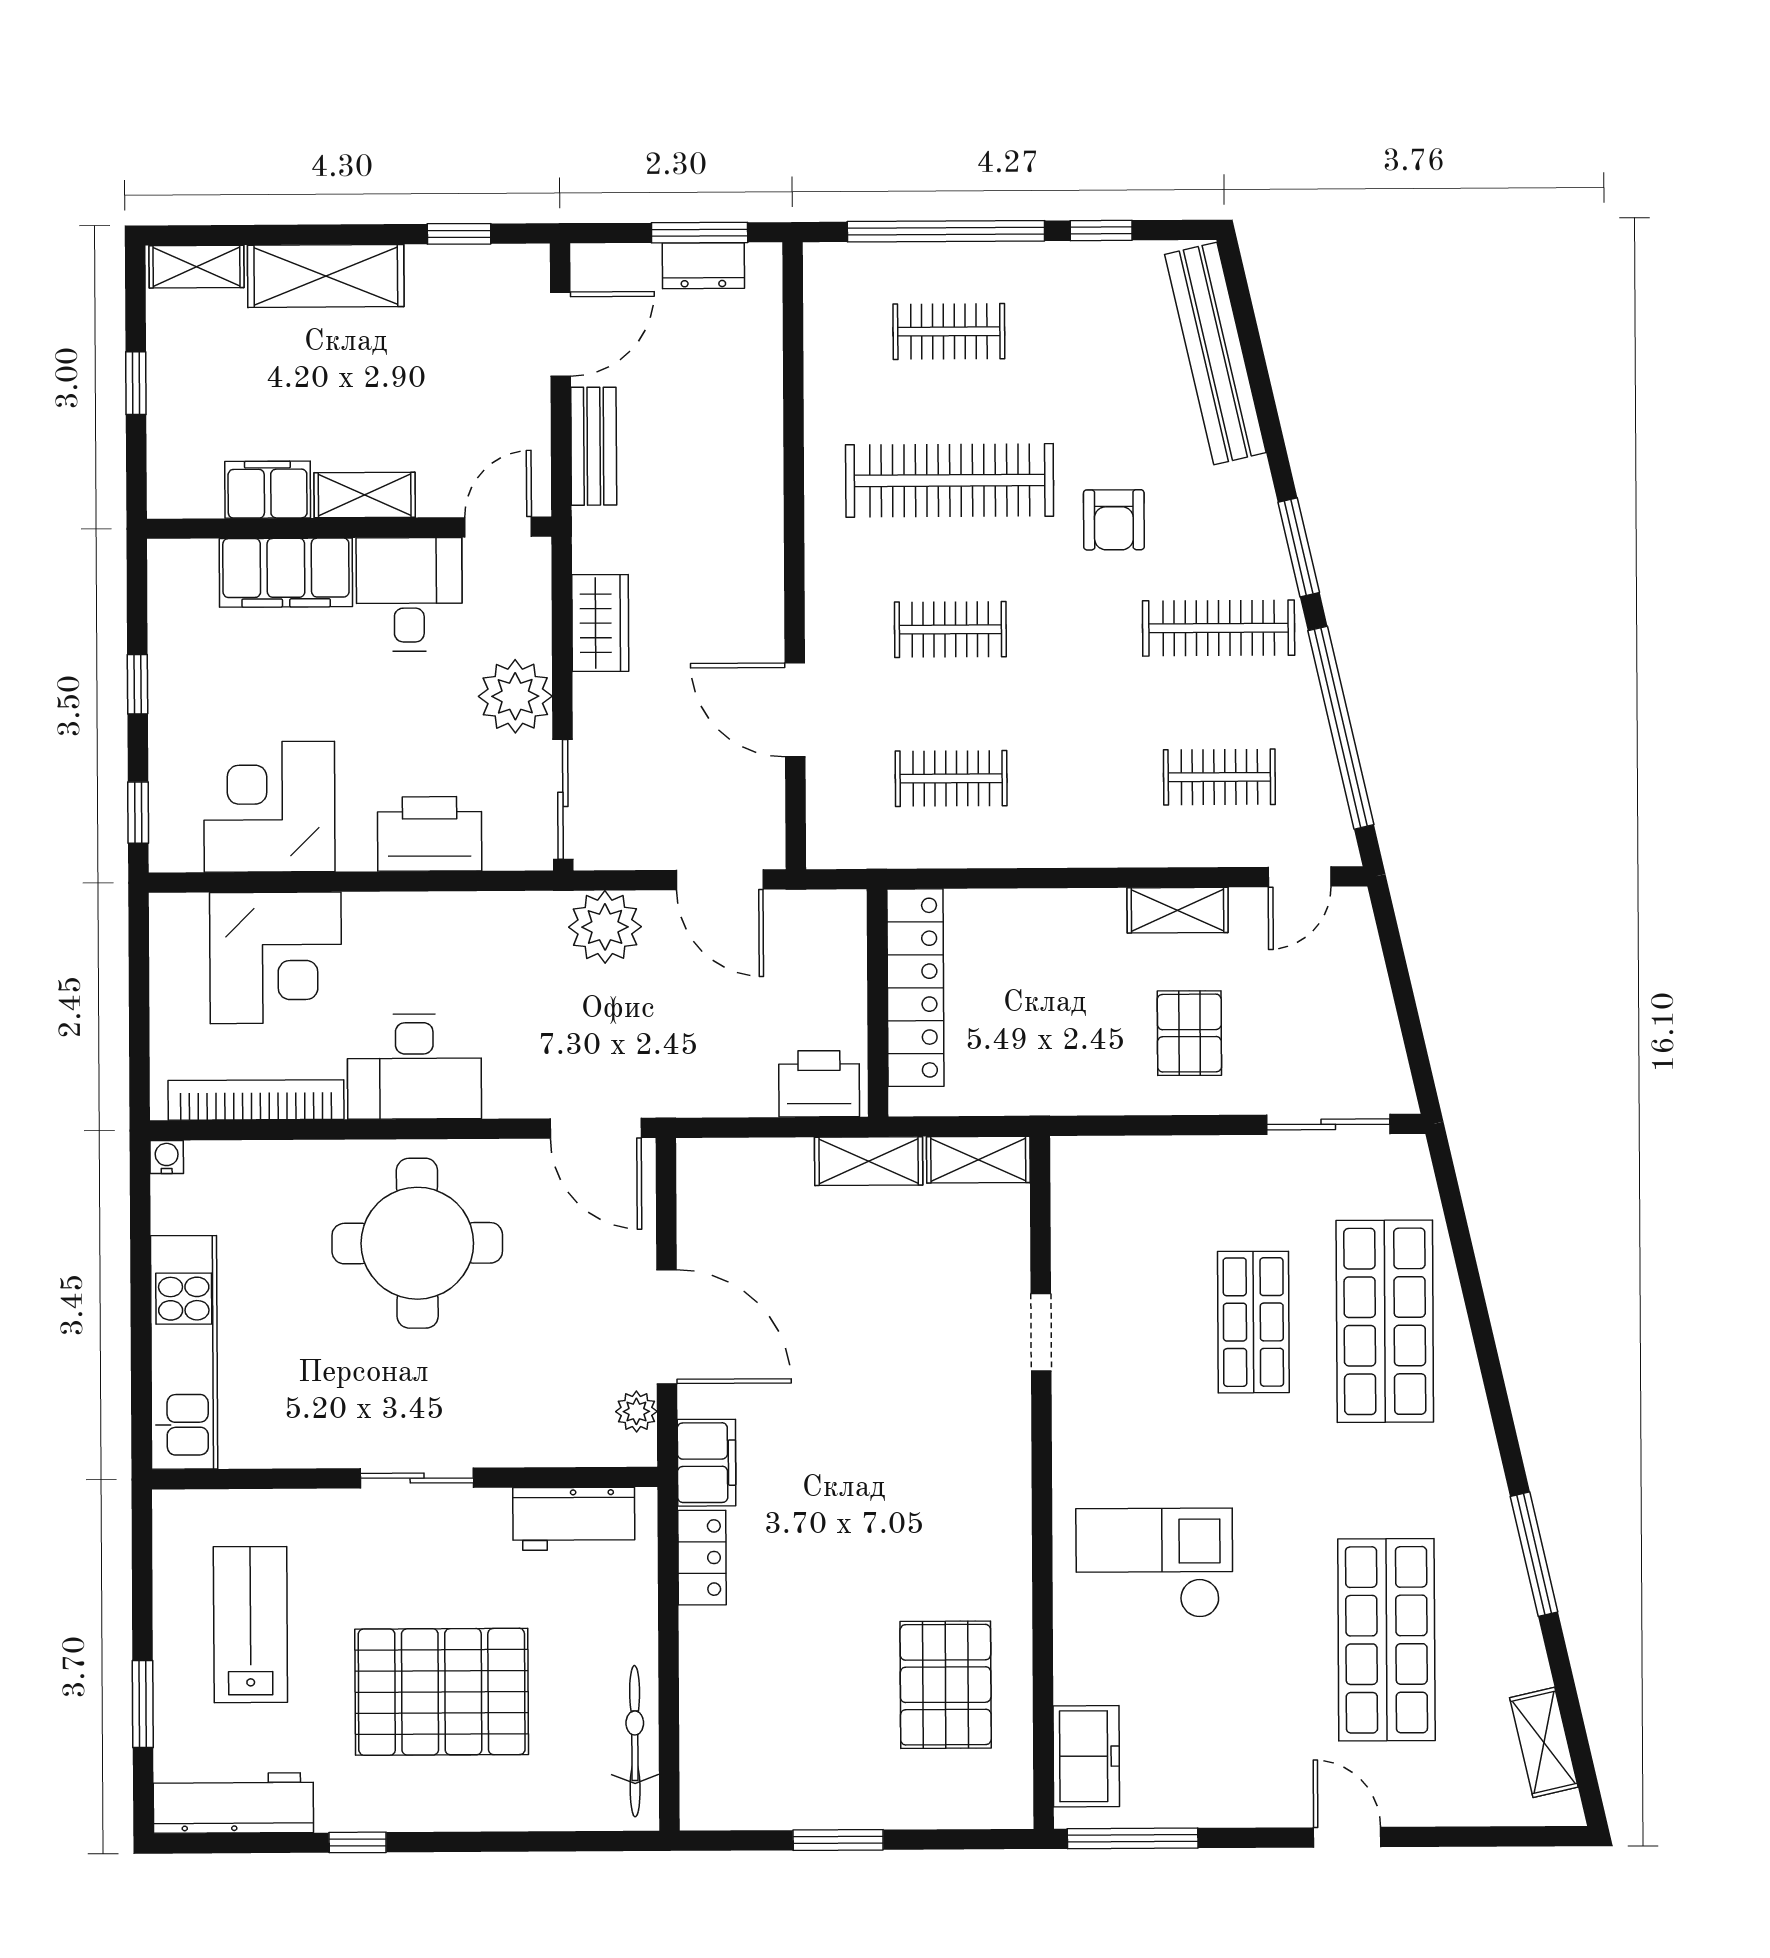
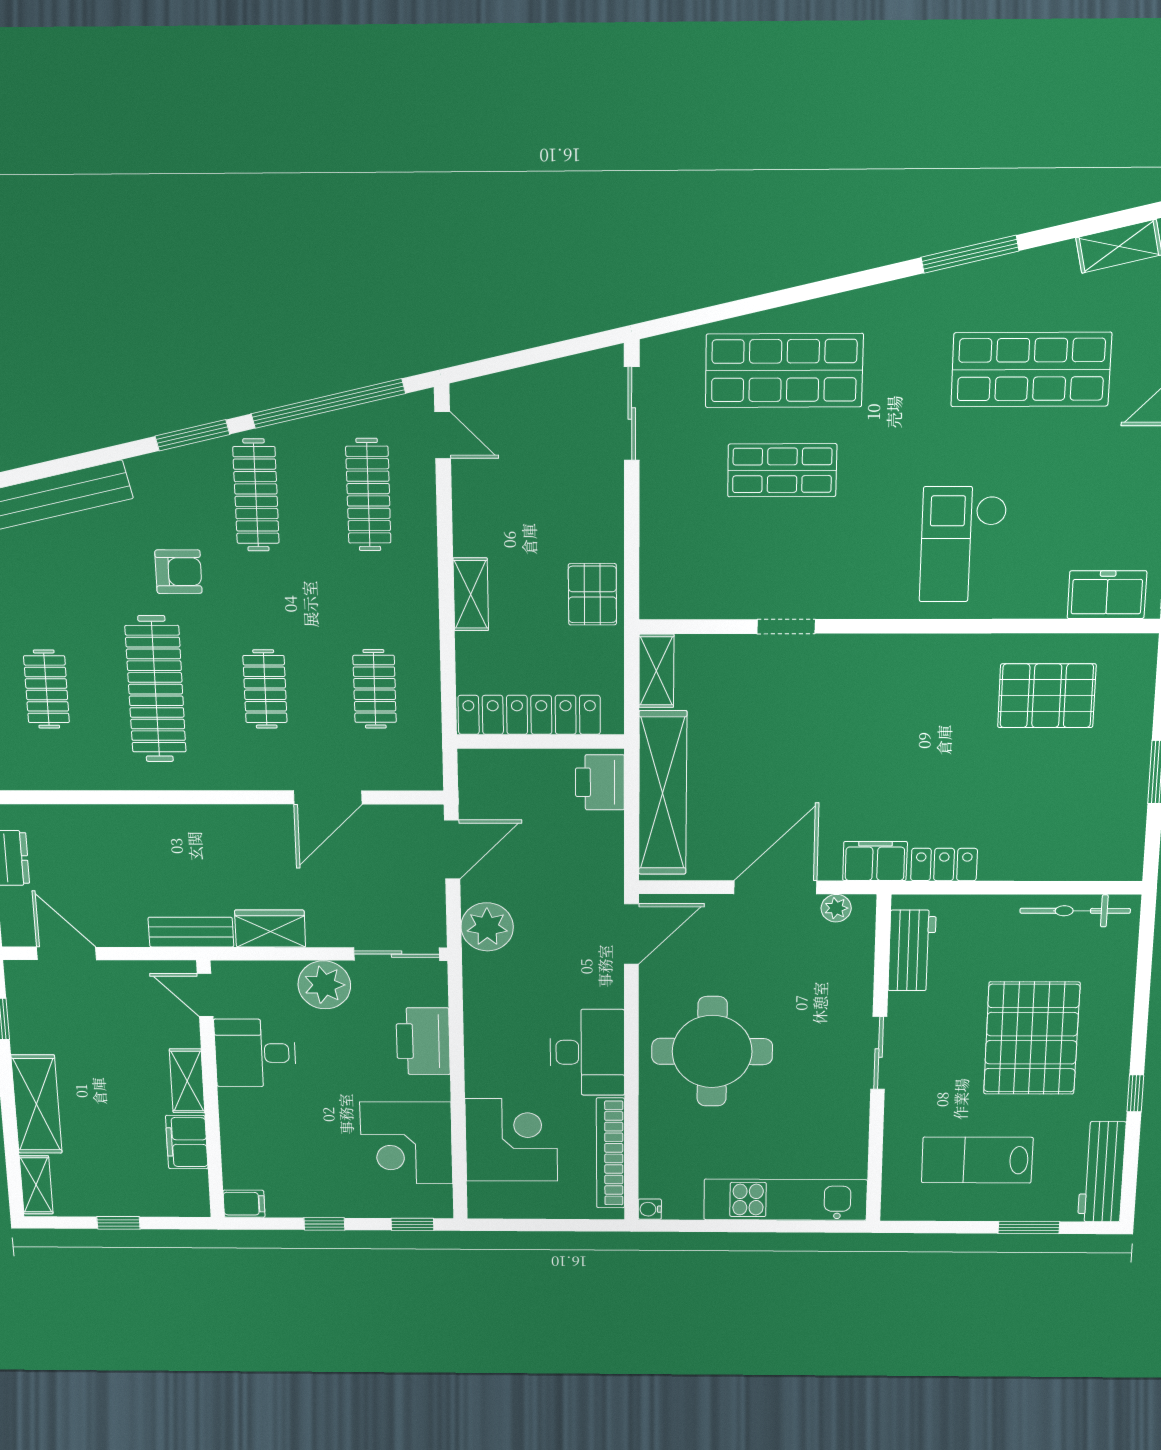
bench: (594, 446) -> (191, 932), moved
filing cabinet: (286, 573) -> (244, 1204), moved, width x0.33, depth x0.86
clothes rail: (1219, 777) -> (368, 495), width x1.36
shelving: (1178, 910) -> (471, 594), moved
pallet: (1189, 1033) -> (592, 594), moved, turned 90
shelving: (869, 1161) -> (663, 793), width x2.20, depth x1.33

